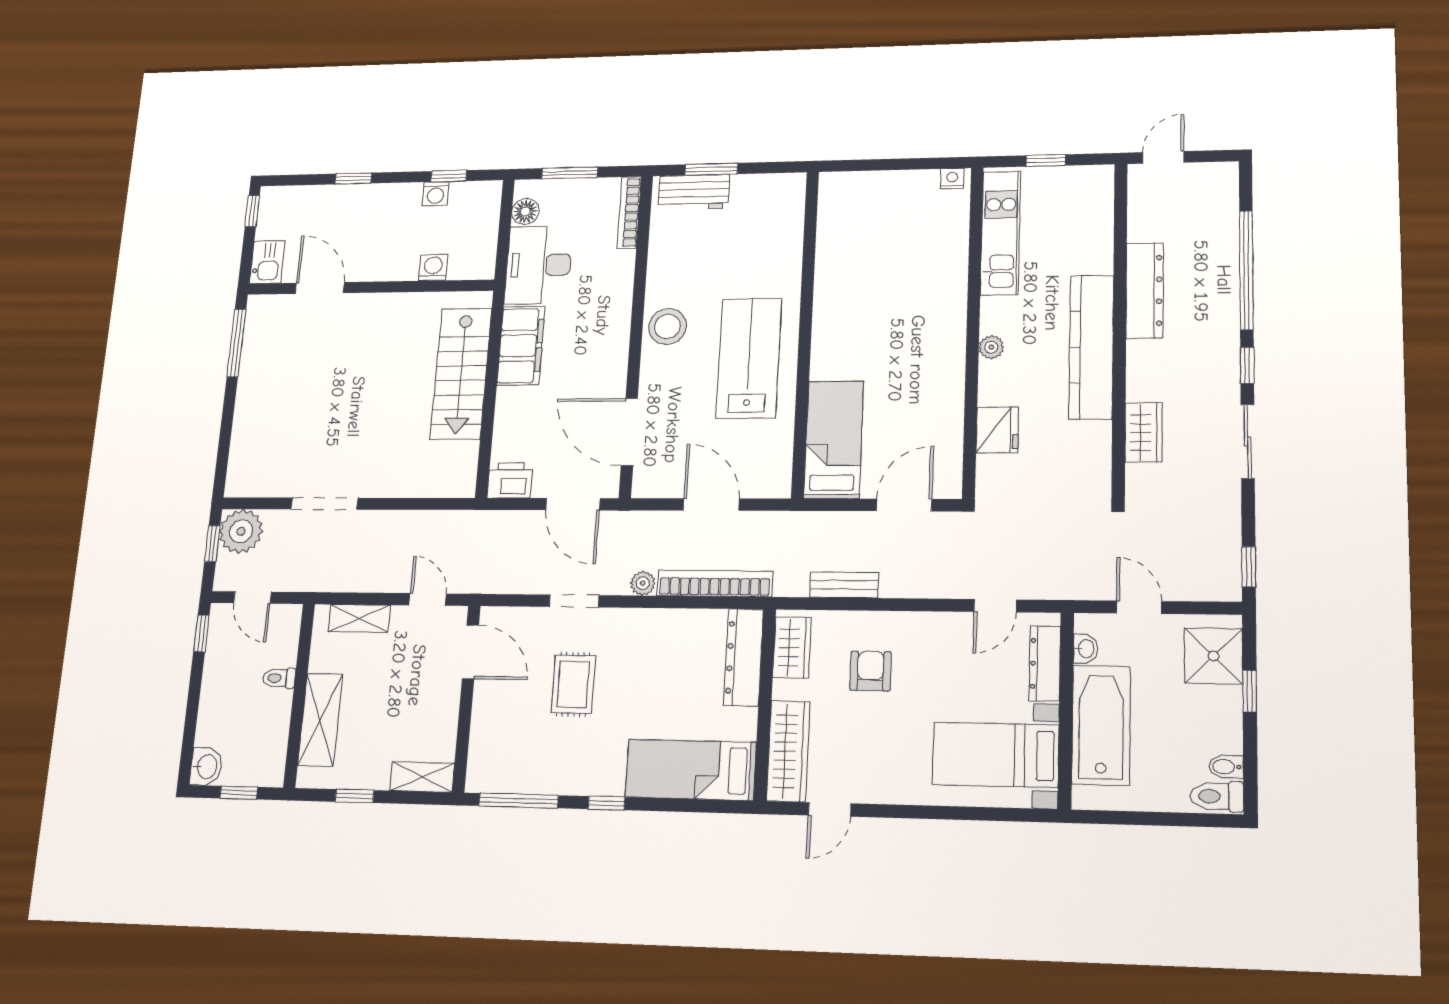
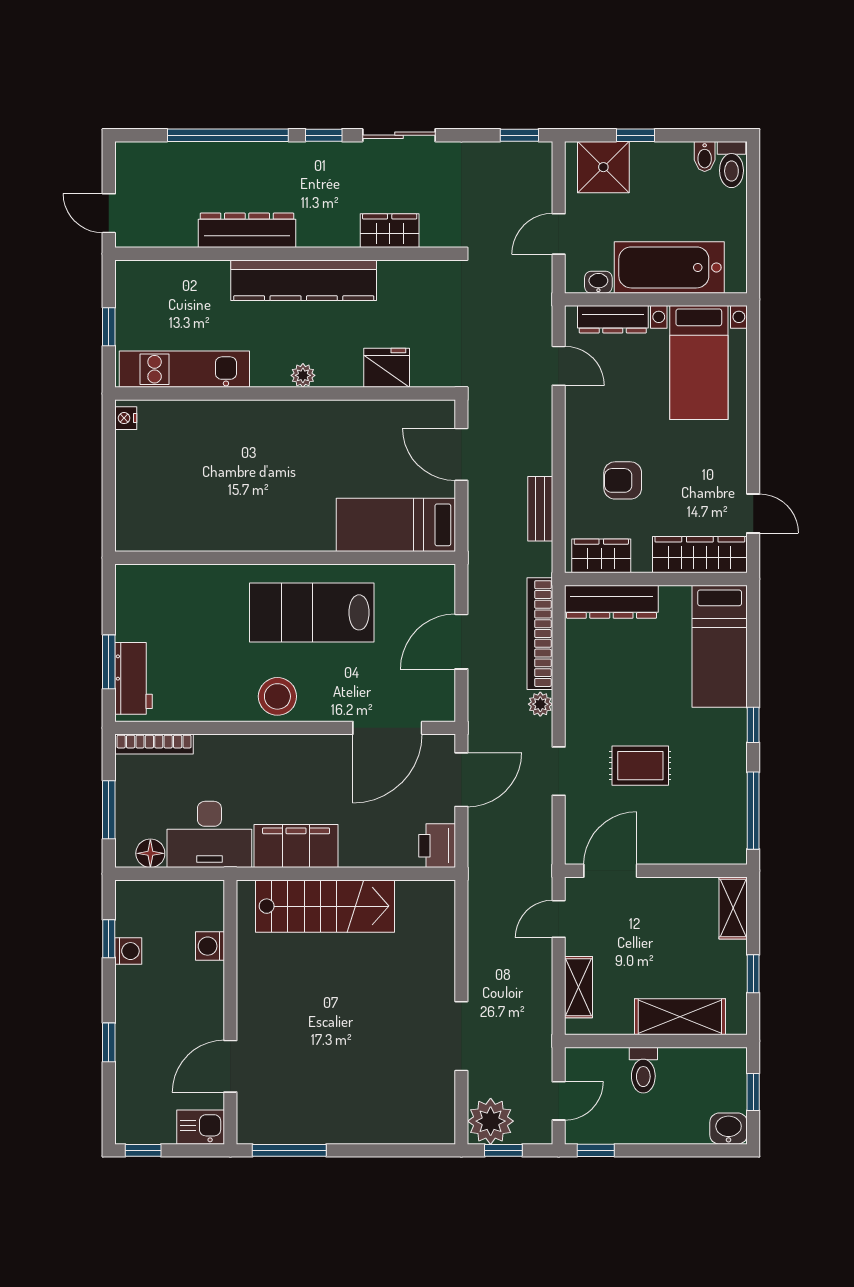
toilet: (279, 678) -> (643, 1070), width x1.37, depth x1.39

